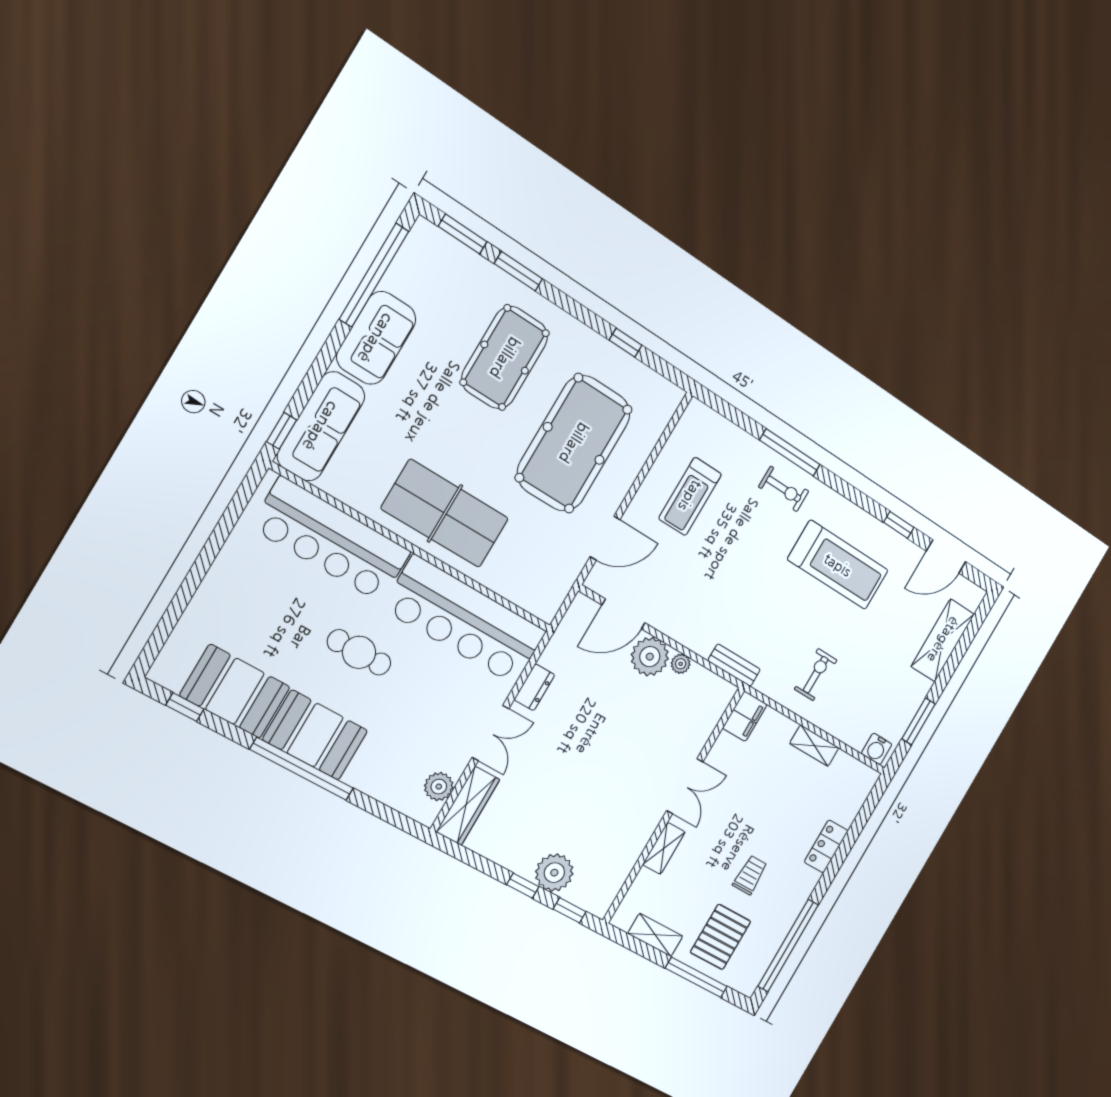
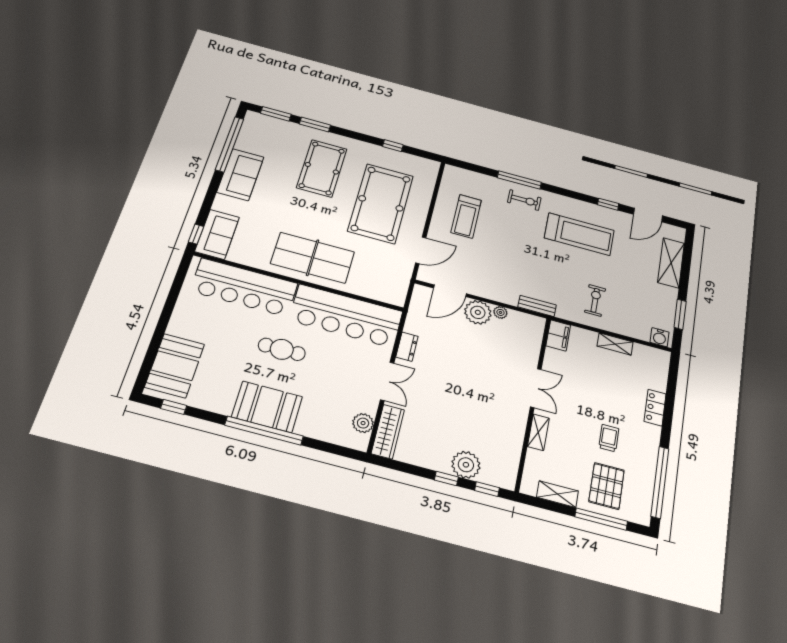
sofa: (321, 426) -> (217, 234), width x0.73
booth: (235, 691) -> (175, 366), moved, turned 90

